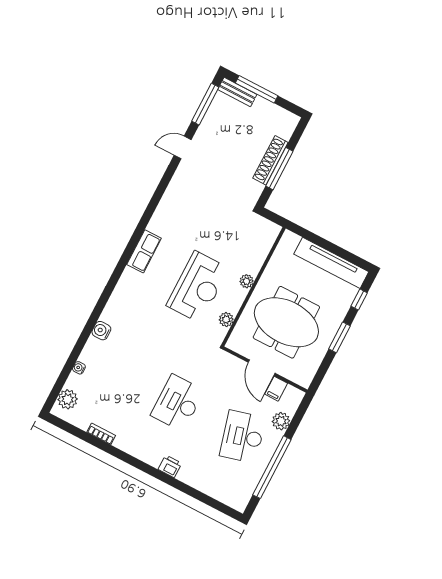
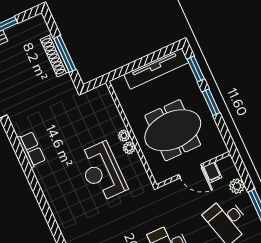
row of seats: (144, 251) -> (31, 149), moved
reception desk: (198, 287) -> (102, 172), turned 180
window: (359, 300) -> (196, 69), width x1.50
plant: (226, 319) -> (129, 148), moved

